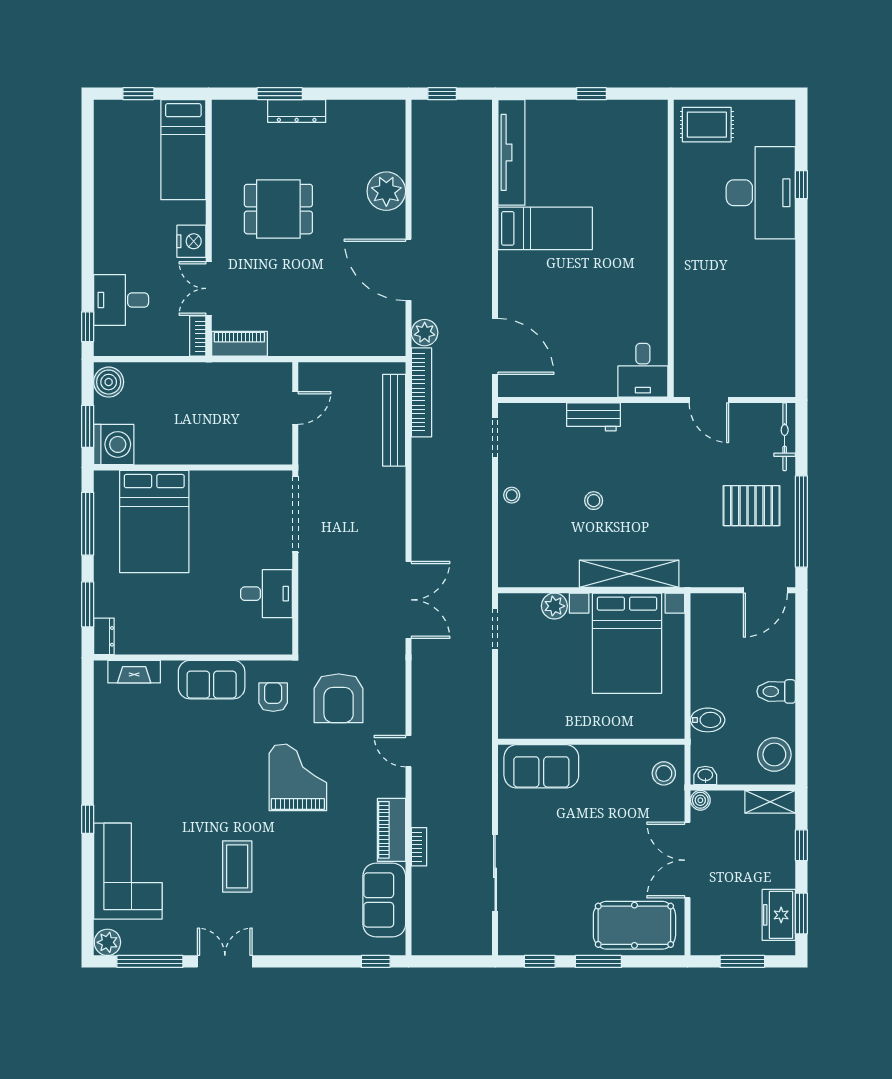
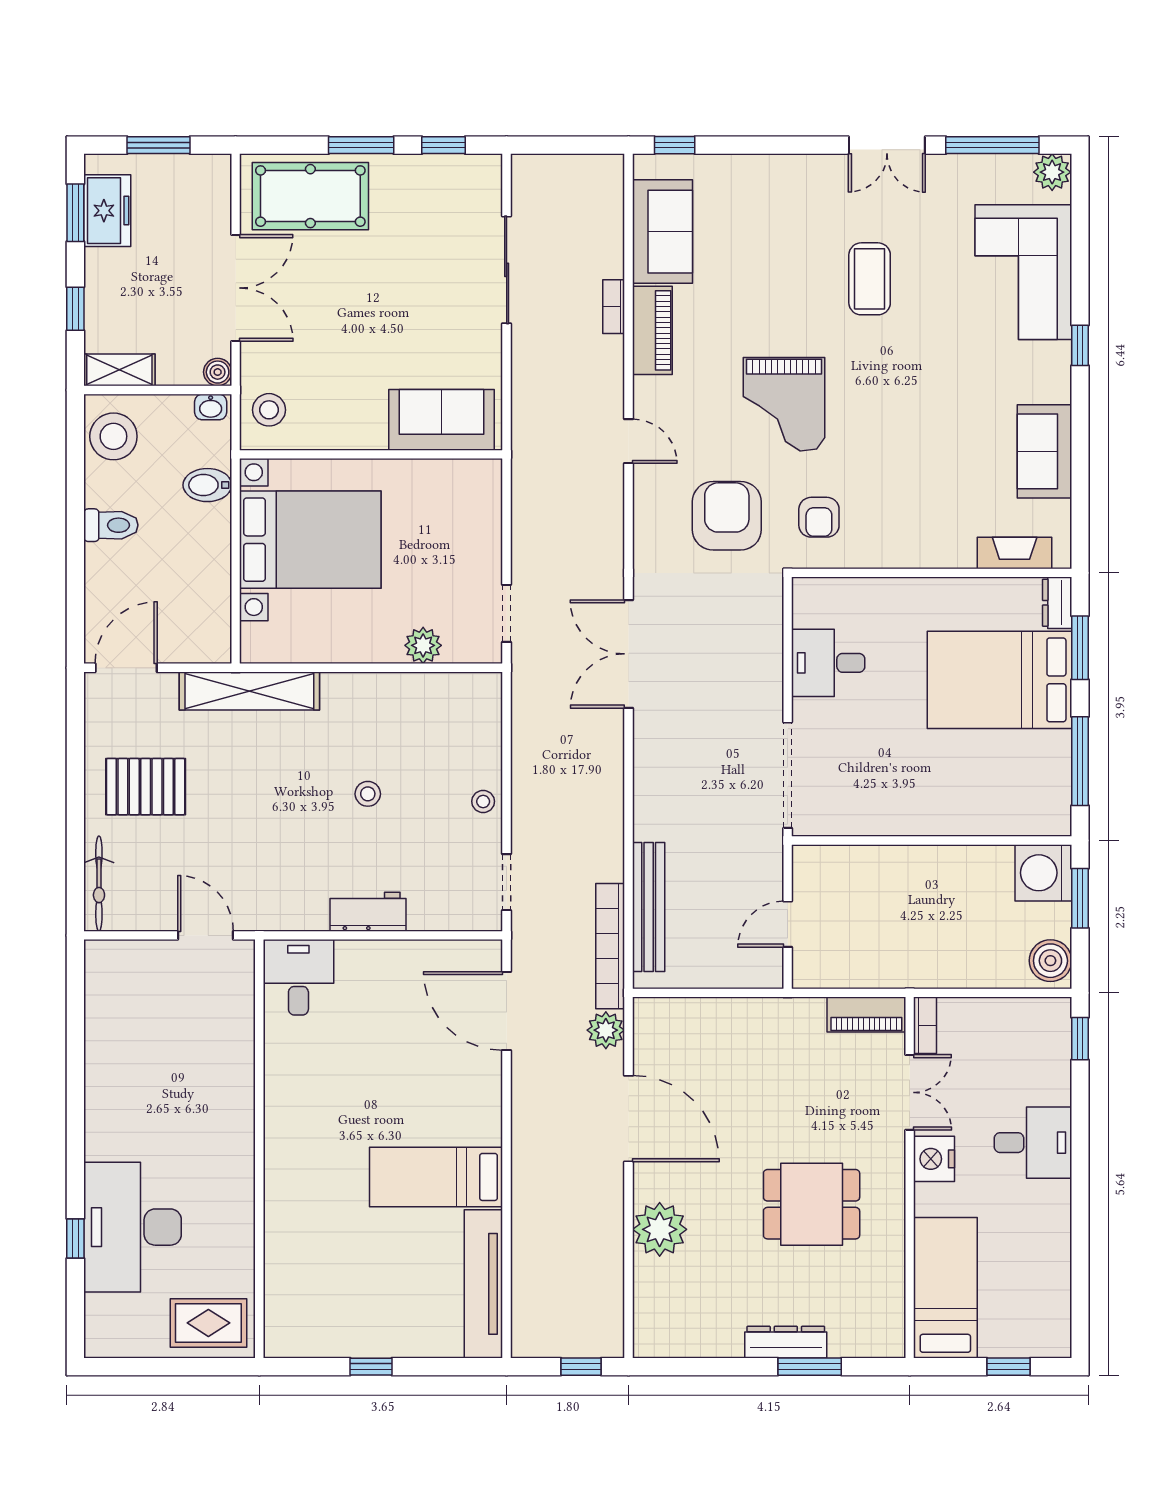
desk: (121, 300) -> (1033, 1143), moved
bed: (154, 522) -> (999, 680), moved, turned -90
window: (801, 522) -> (75, 764), removed
shelving: (629, 574) -> (249, 691), moved
bed with nightstands: (627, 643) -> (310, 540), moved, turned 90
sofa: (212, 680) -> (1044, 451), moved, turned -90

